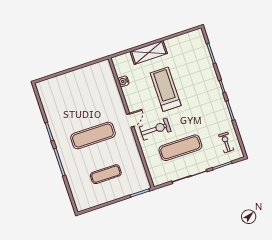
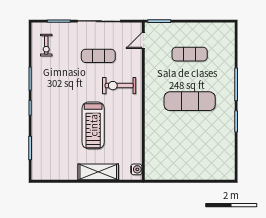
water cooler: (123, 81) -> (136, 169), moved
door: (130, 120) -> (143, 41), moved
exercise mat: (180, 148) -> (98, 56), width x0.73, depth x0.69

